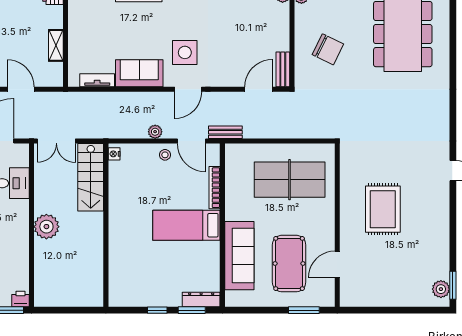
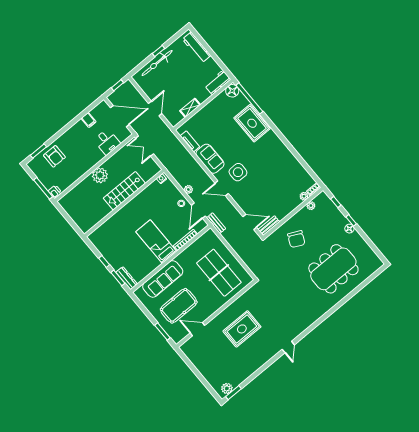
stairs: (91, 177) -> (124, 191), moved

